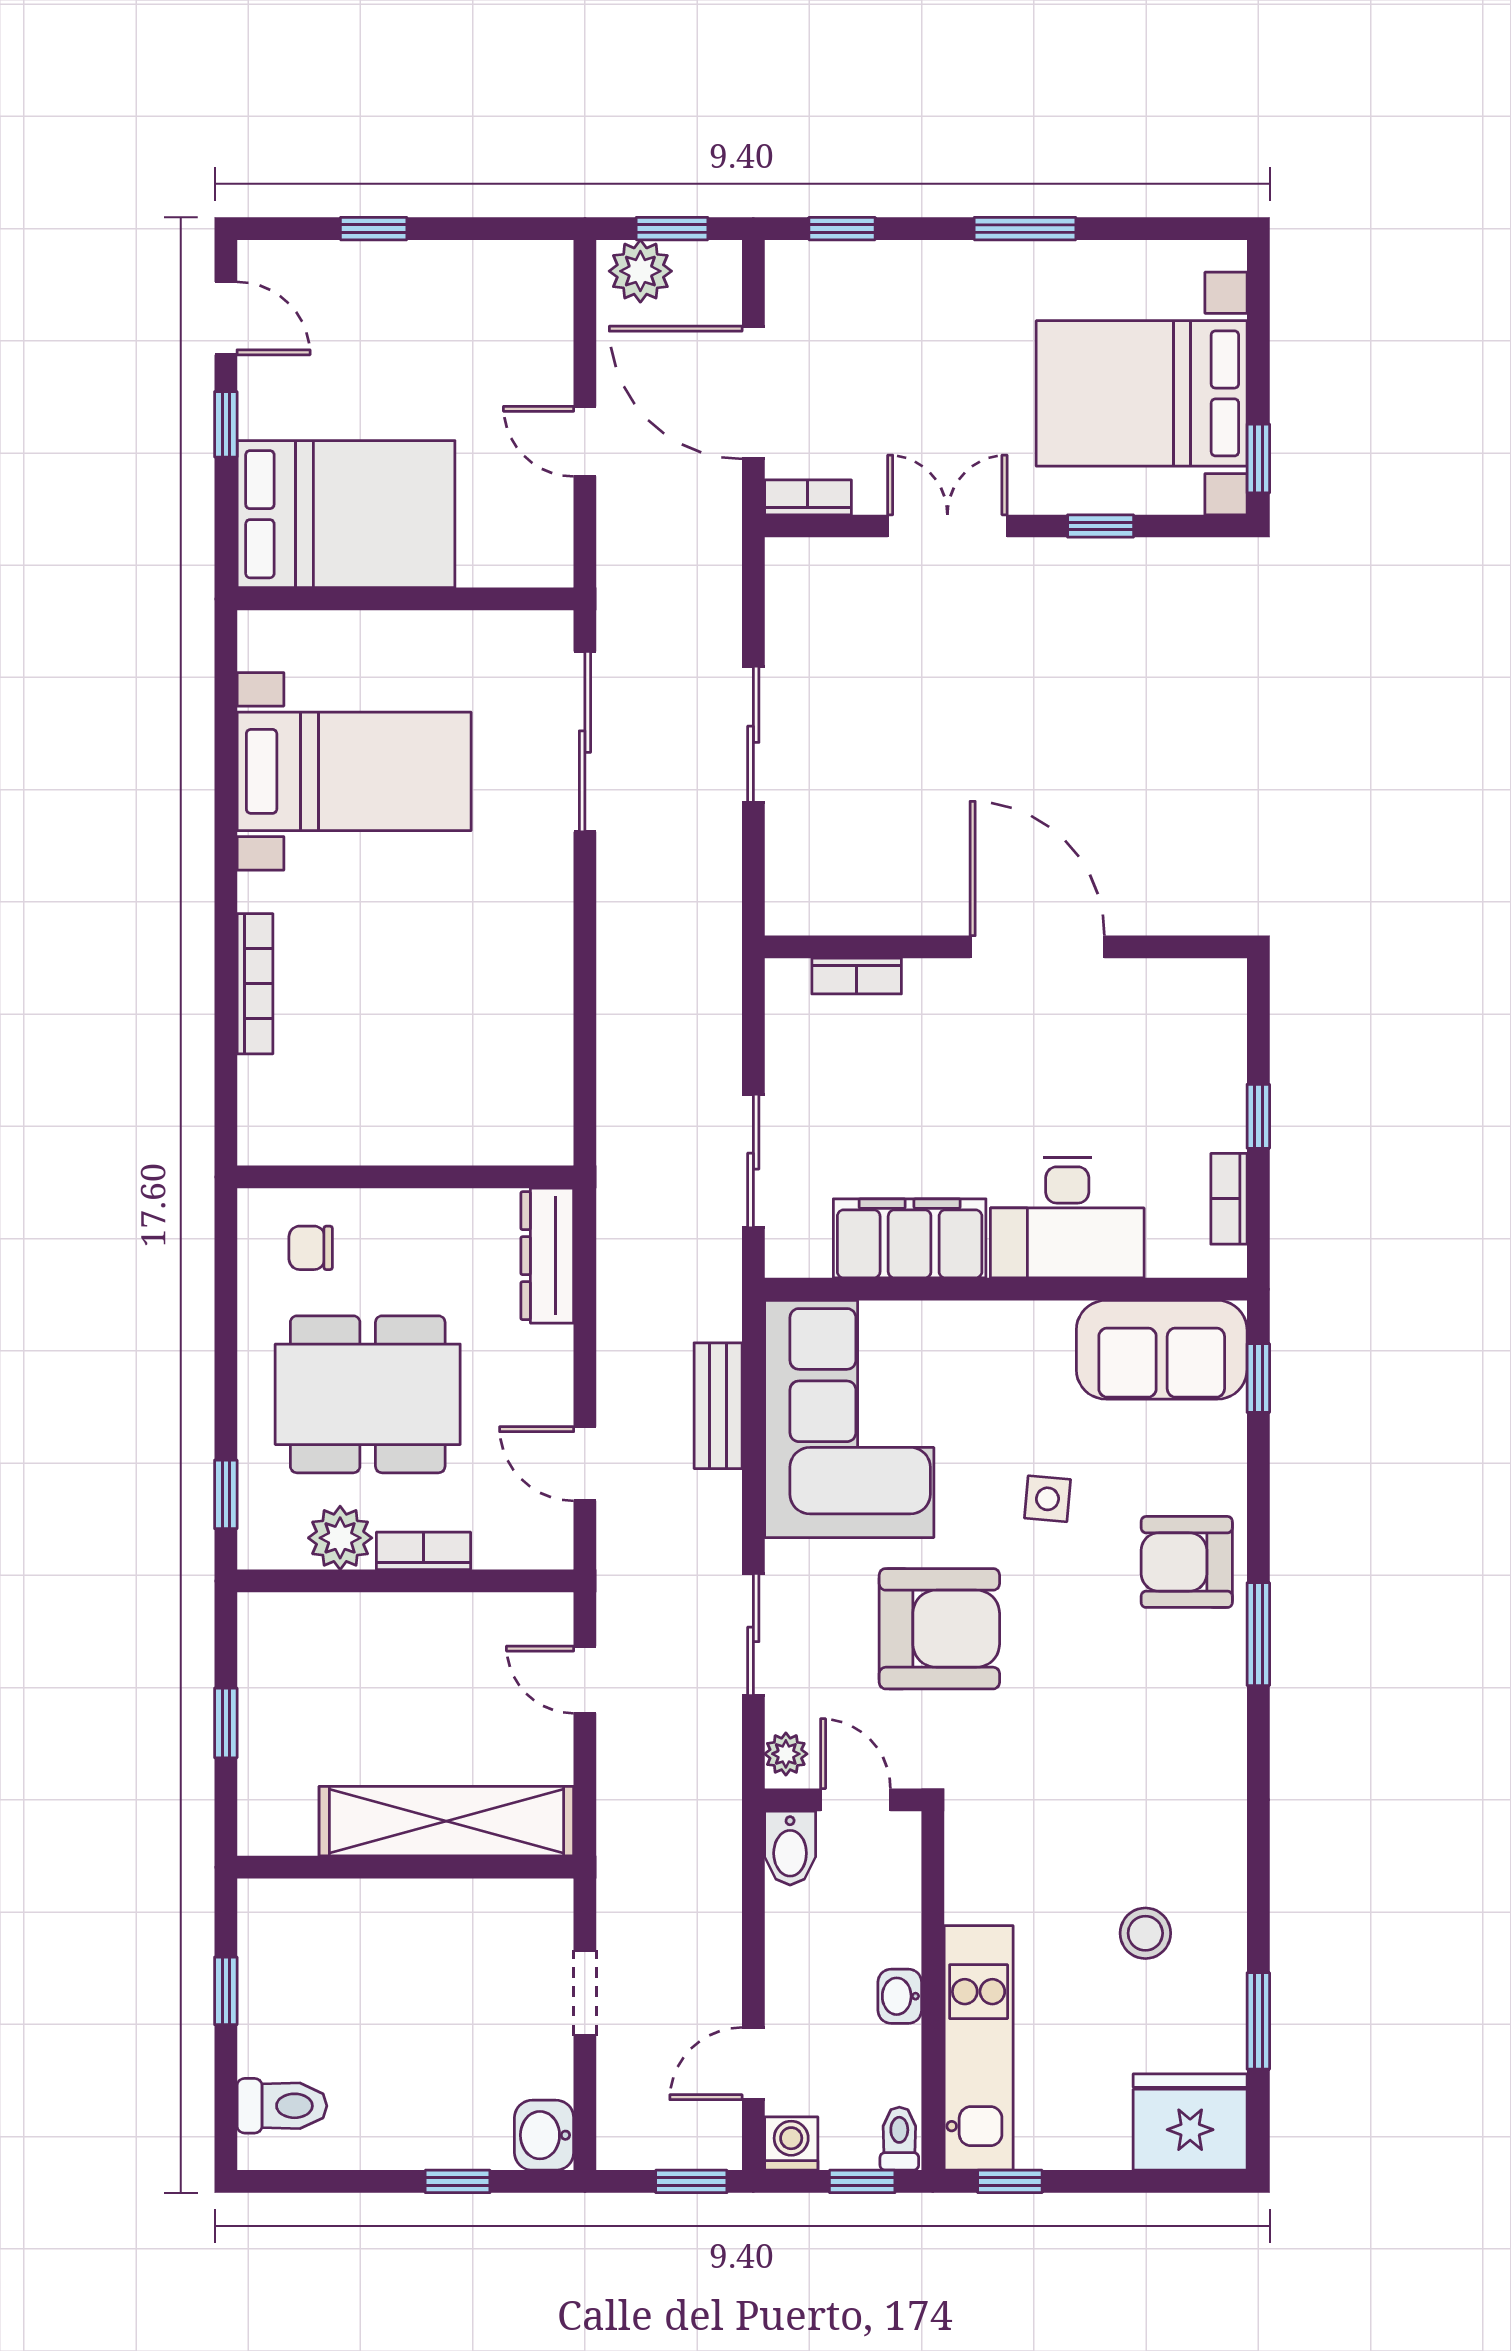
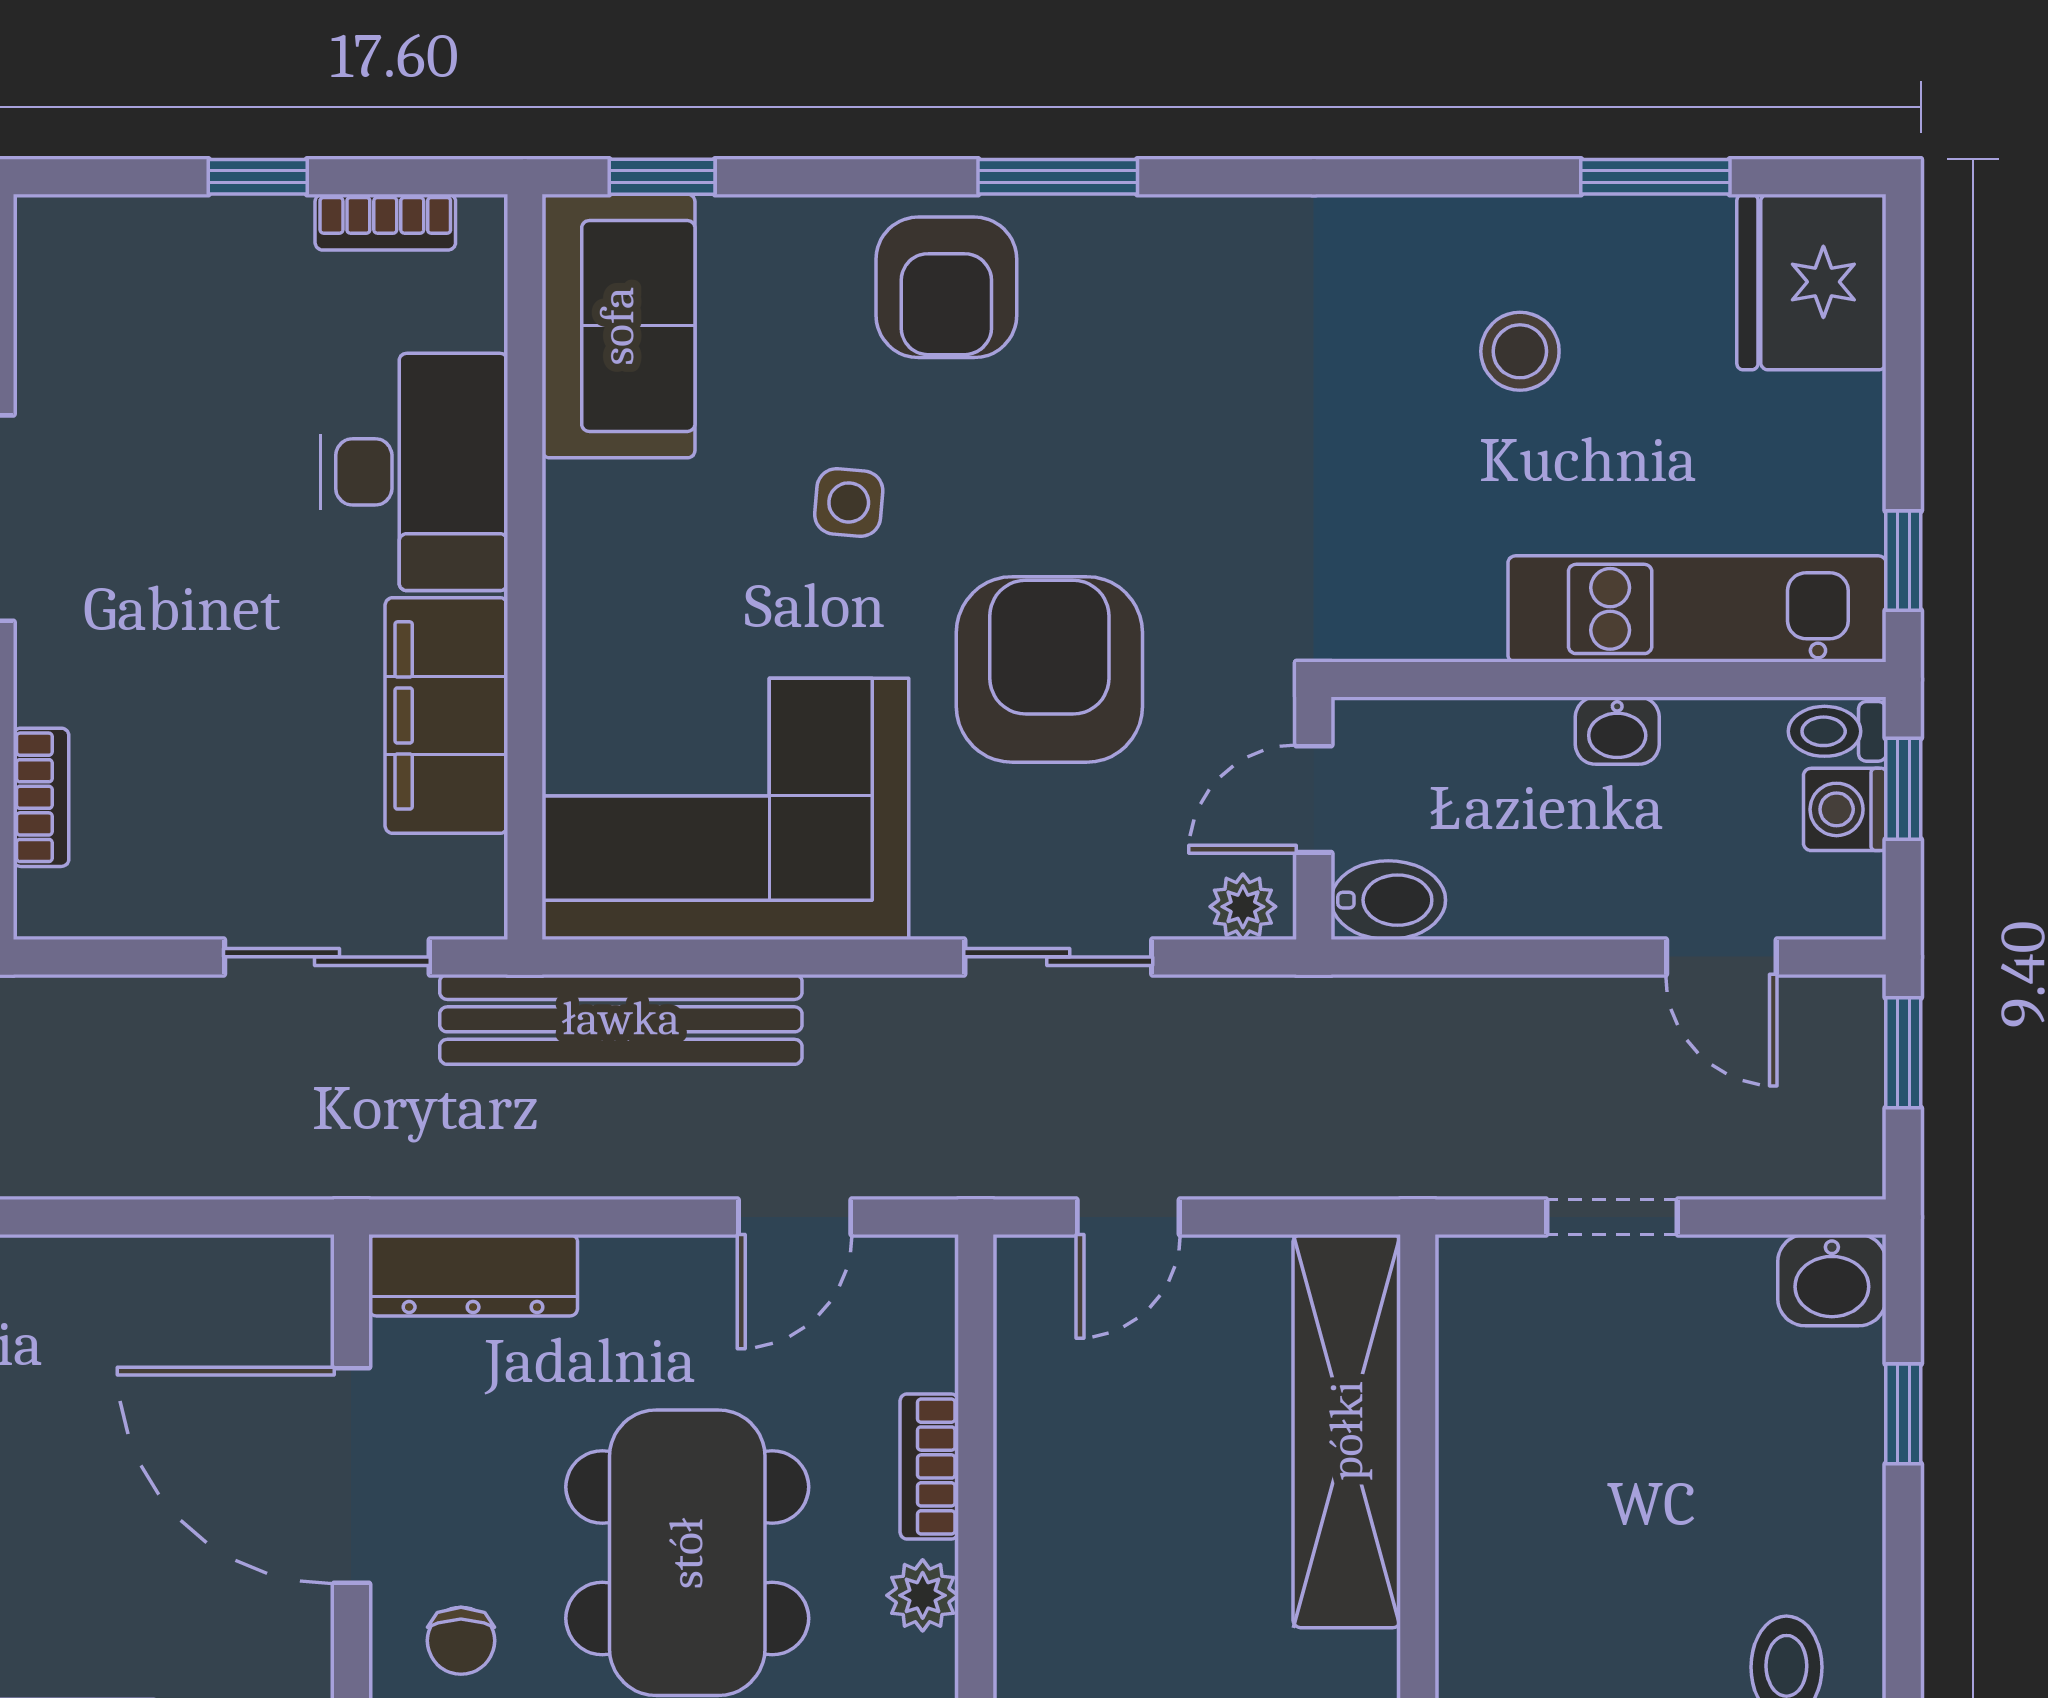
door: (418, 1177) -> (351, 1476), added
bench: (718, 1406) -> (621, 1019), width x1.86, depth x1.21
plant: (340, 1538) -> (923, 1595), width x0.73, depth x0.73
washing machine: (791, 2144) -> (1845, 809), moved

